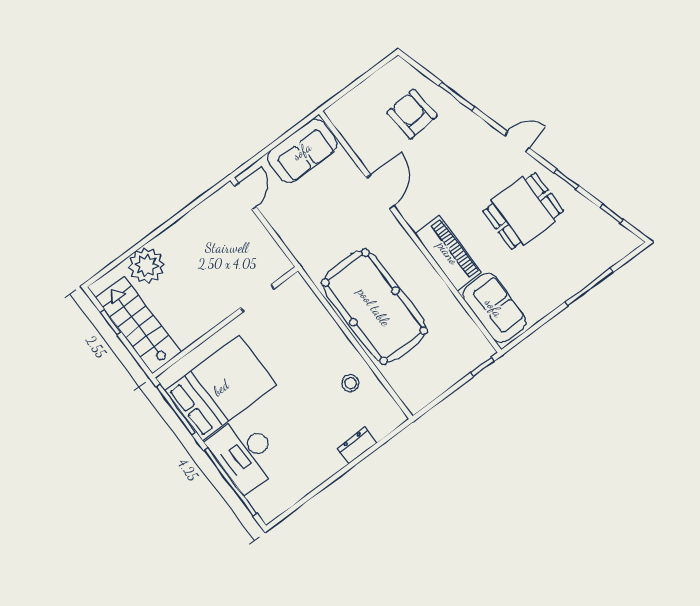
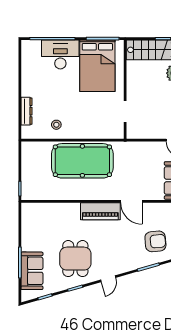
piano: (448, 253) -> (100, 211), moved
sofa: (494, 308) -> (32, 271), moved, turned -90
dresser: (357, 445) -> (27, 111), width x1.44

